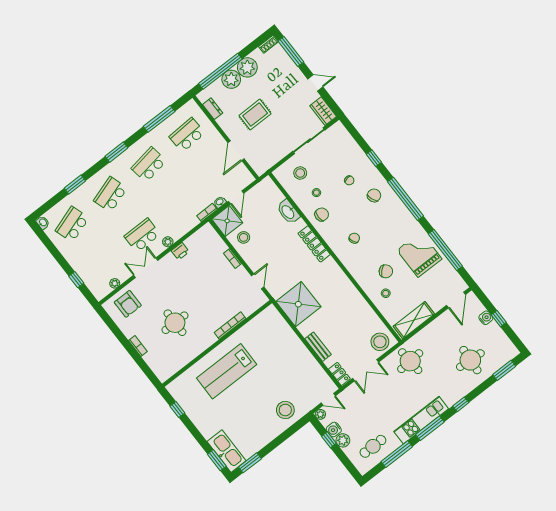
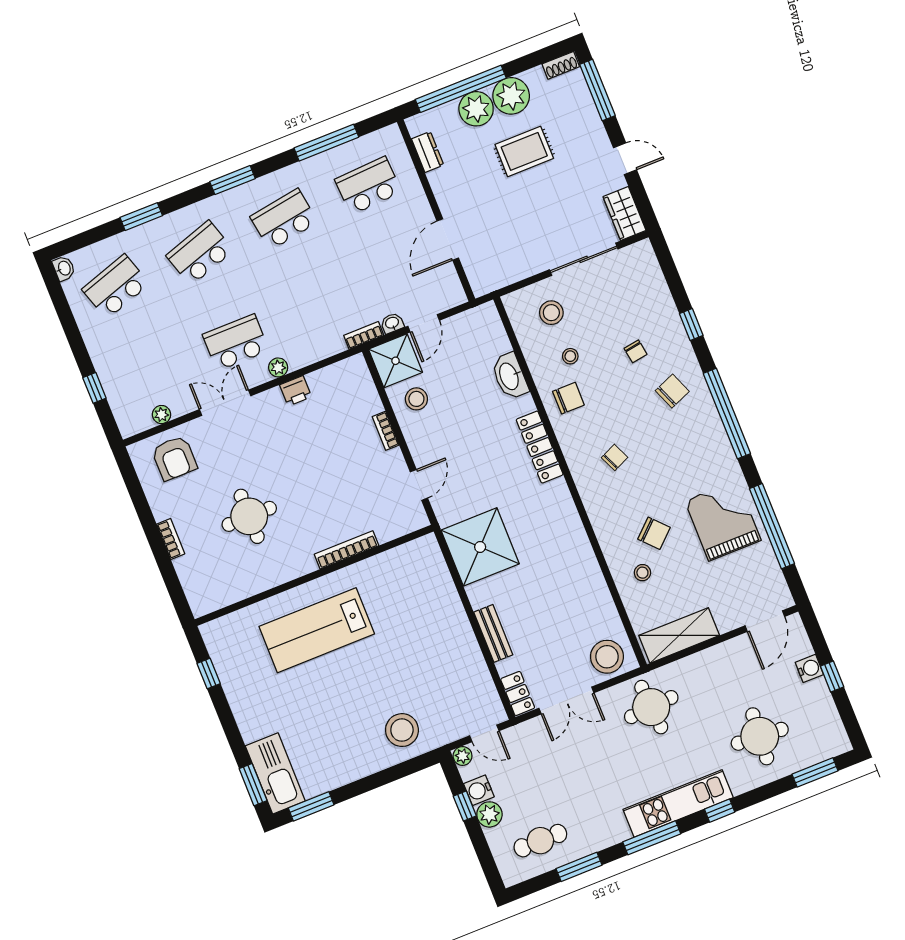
rug: (255, 115) -> (524, 151), moved
kitchen unit: (421, 420) -> (678, 803), moved
window: (397, 454) -> (579, 867), width x0.69

